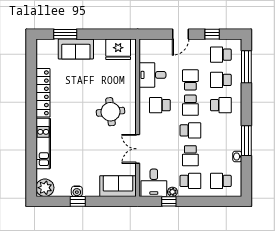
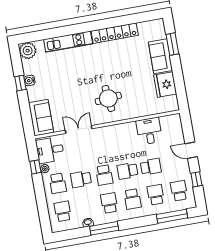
fridge: (118, 49) -> (165, 85), moved
school desk: (160, 105) -> (109, 203), moved

